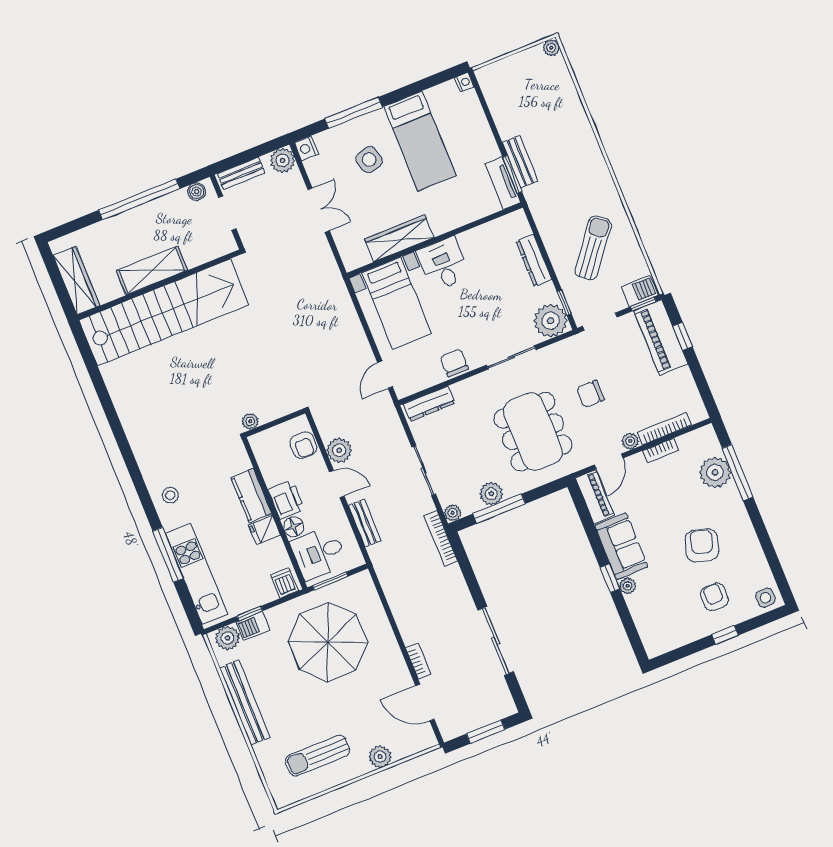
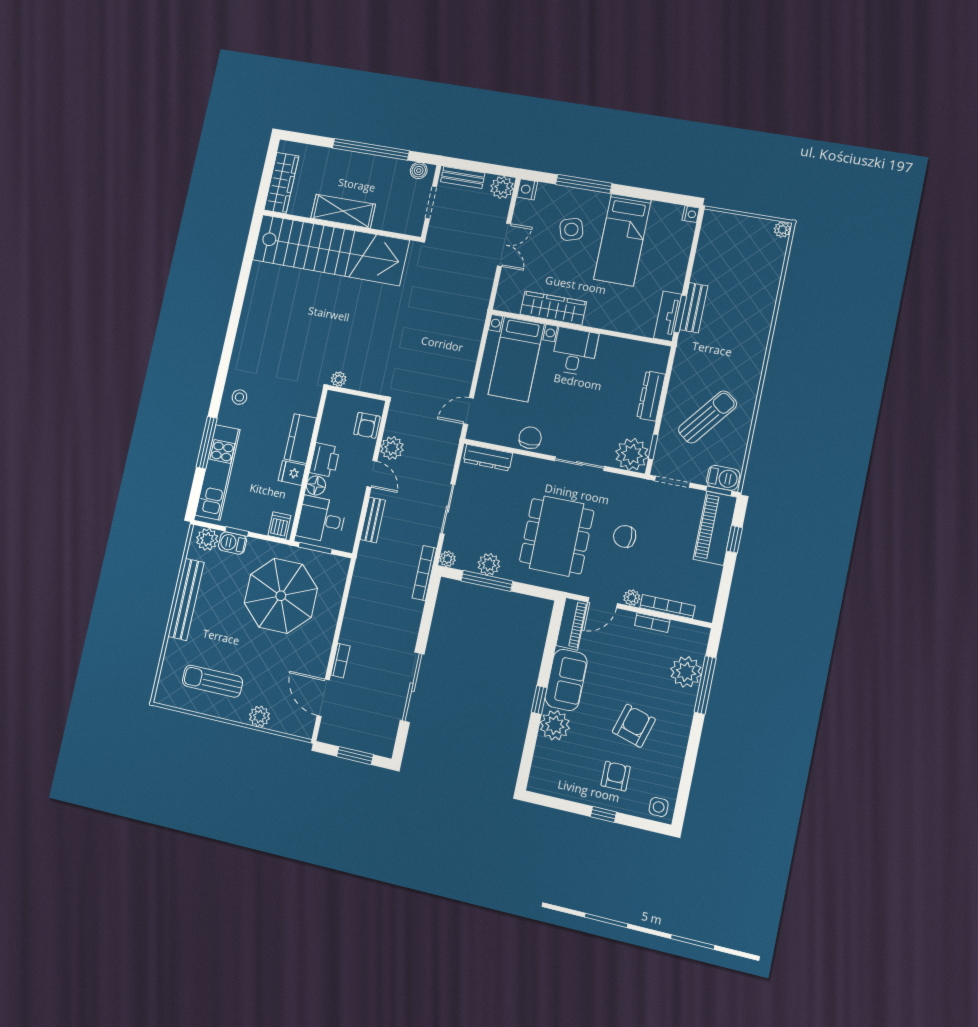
plant: (628, 586) -> (555, 725), width x1.88, depth x1.88

